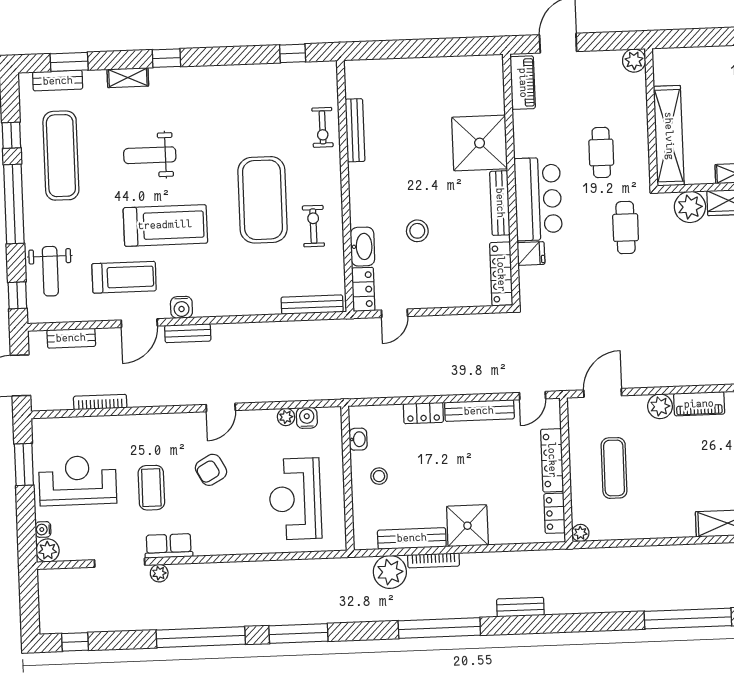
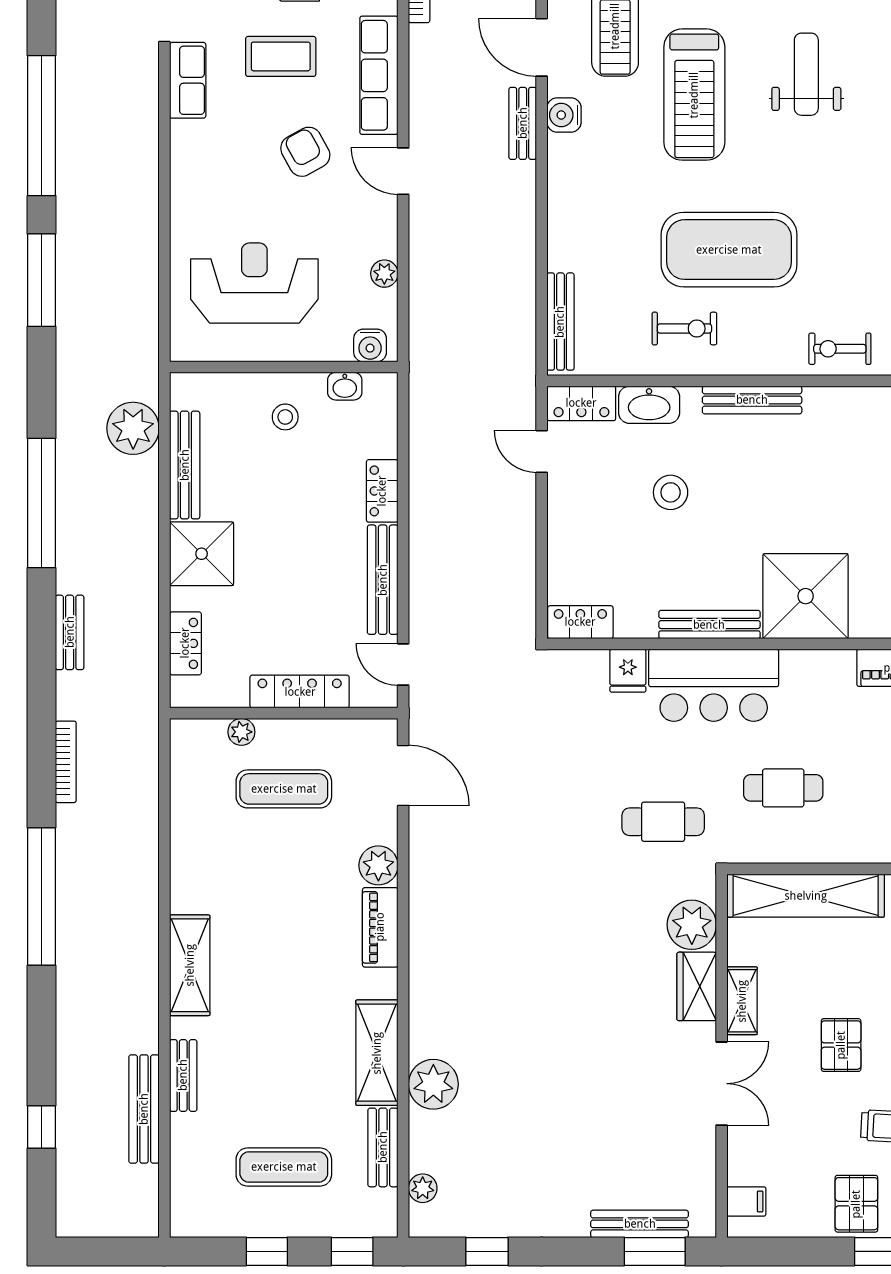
bench: (355, 130) -> (752, 400), moved
locker: (501, 274) -> (580, 622), width x0.66
water cooler: (307, 418) -> (370, 345), moved, turned 90
row of seats: (161, 425) -> (379, 75), added
locker: (554, 513) -> (185, 643), moved, turned 90
plant: (580, 533) -> (241, 732), moved
bookcase: (434, 560) -> (66, 762), moved, turned 180
plant: (159, 573) -> (145, 64), removed

